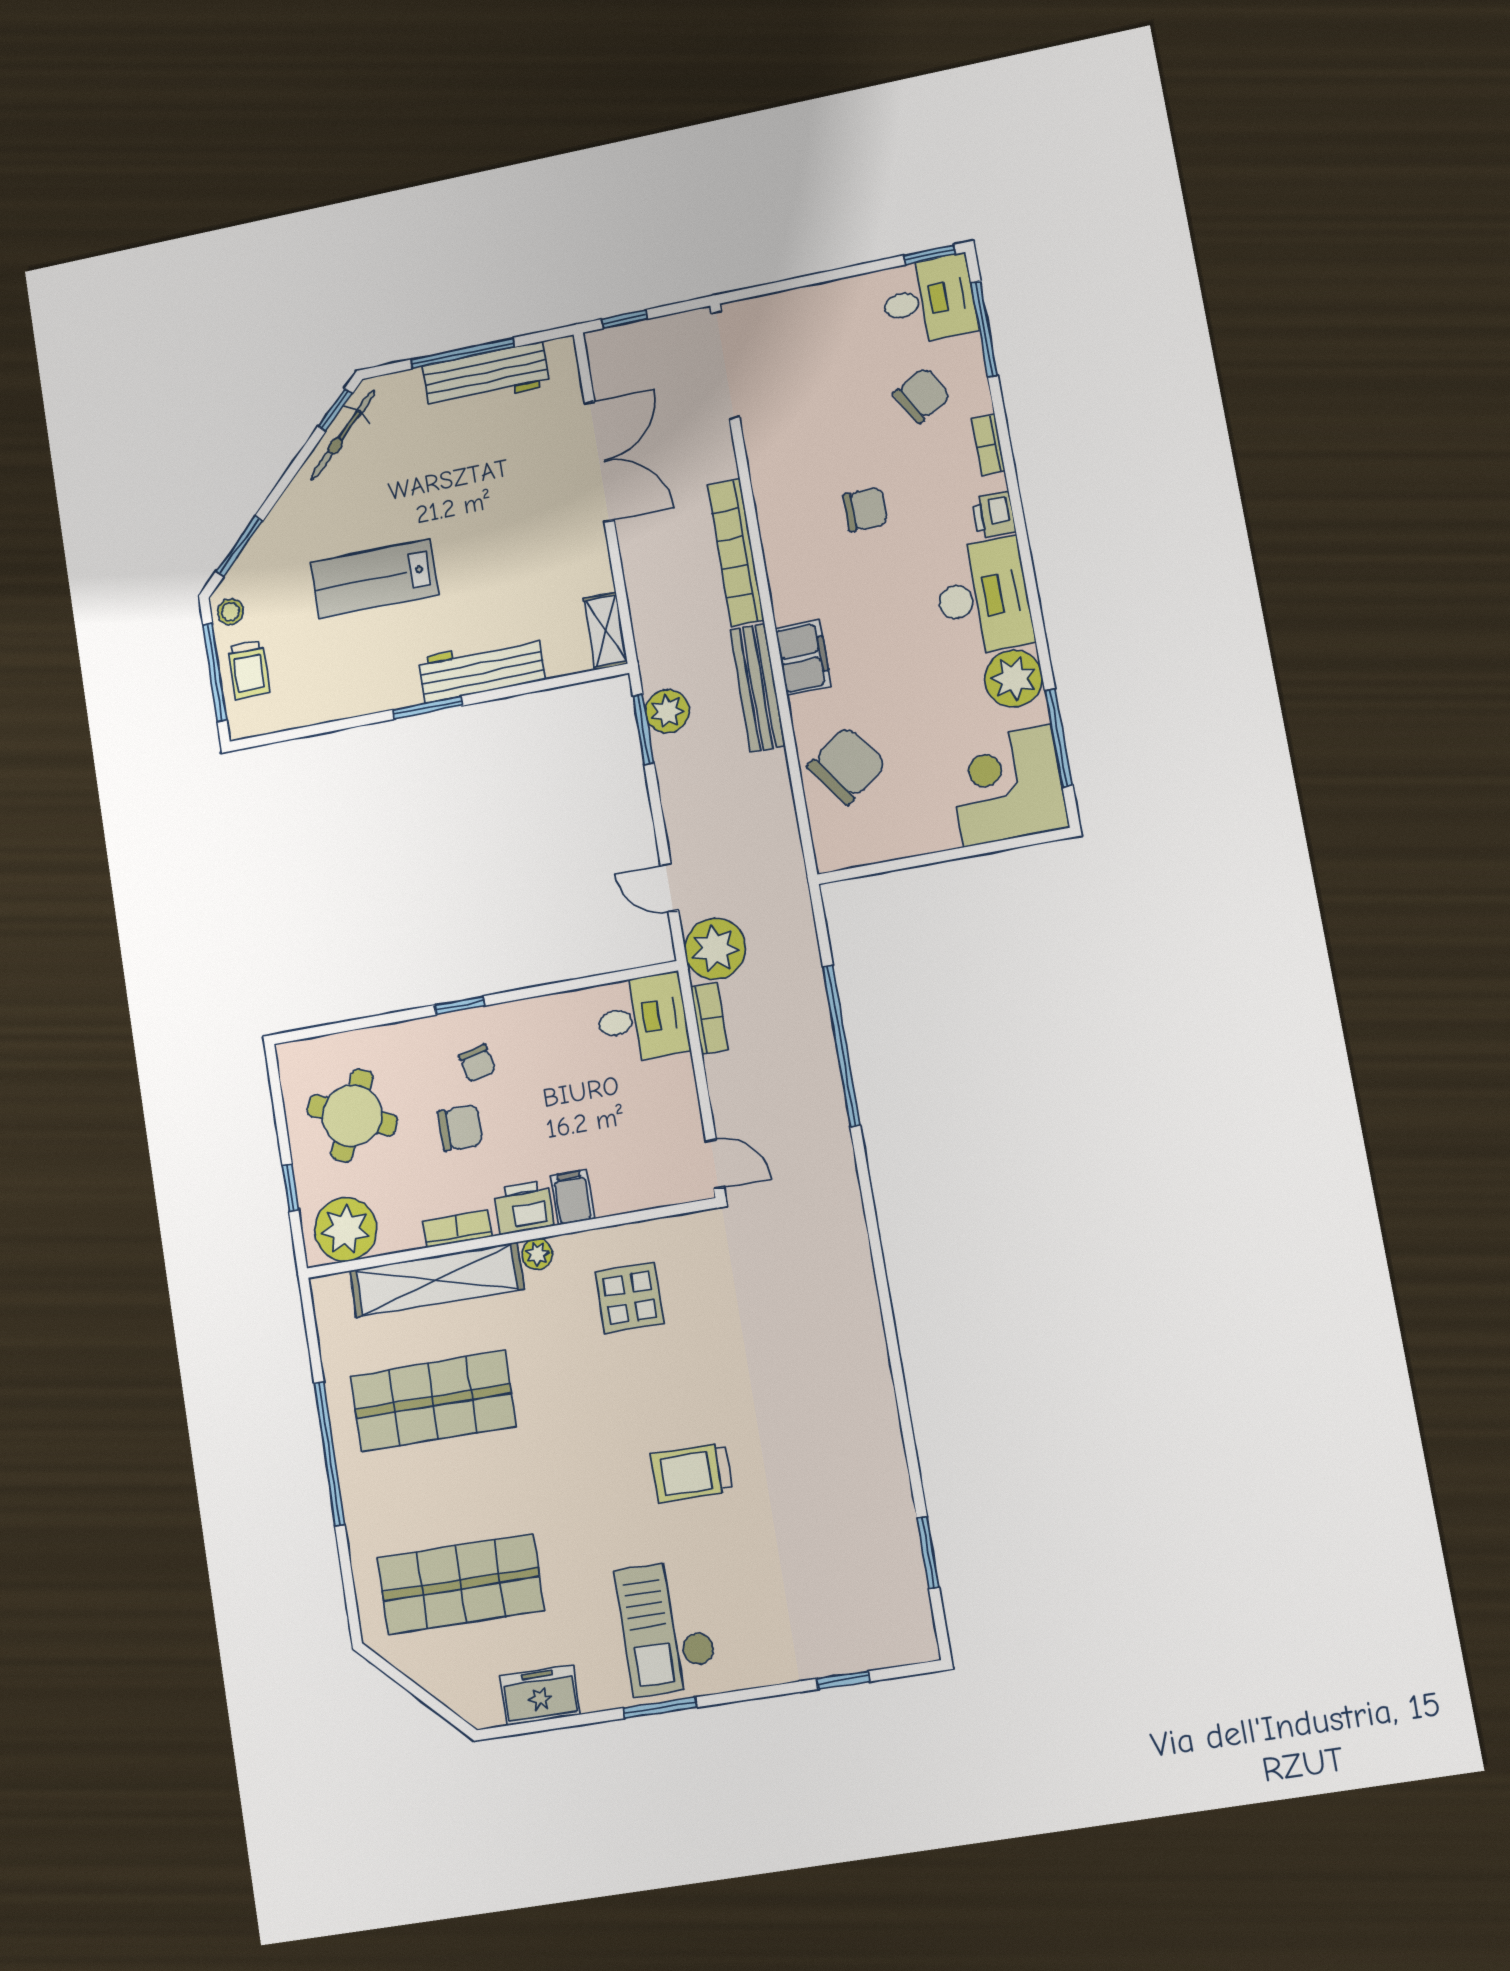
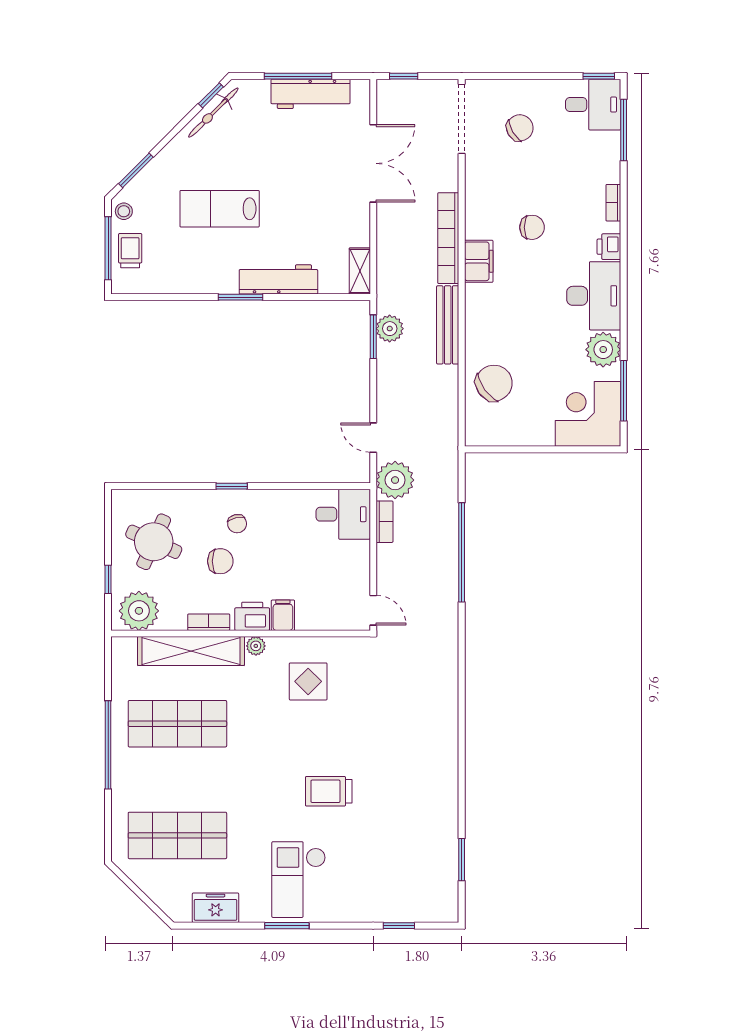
chair: (922, 395) -> (520, 128), moved
filing cabinet: (803, 657) -> (479, 261), moved
trolley: (249, 670) -> (130, 251), turned 180

